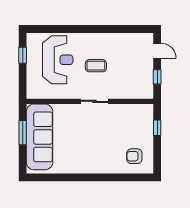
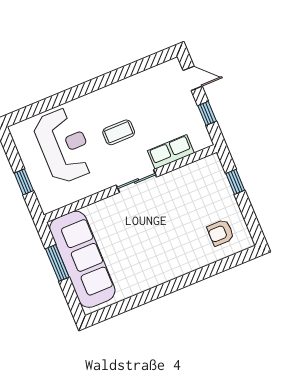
window: (23, 55) -> (24, 182), moved
row of seats: (124, 92) -> (171, 152), added

